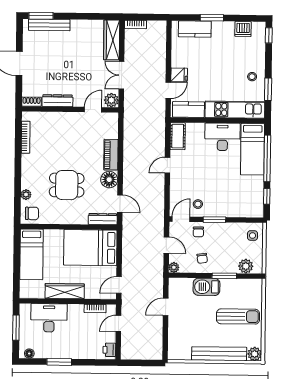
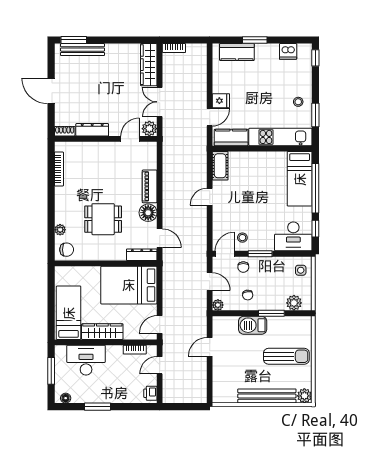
desk: (222, 137) -> (293, 236), moved, turned 180
bed: (31, 254) -> (69, 313), moved, turned 180

